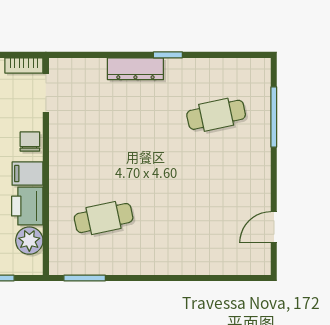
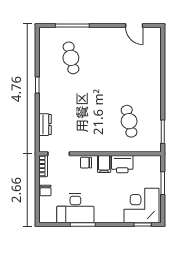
dresser: (135, 69) -> (45, 125), moved, width x0.70
plant: (29, 241) -> (142, 163), removed

